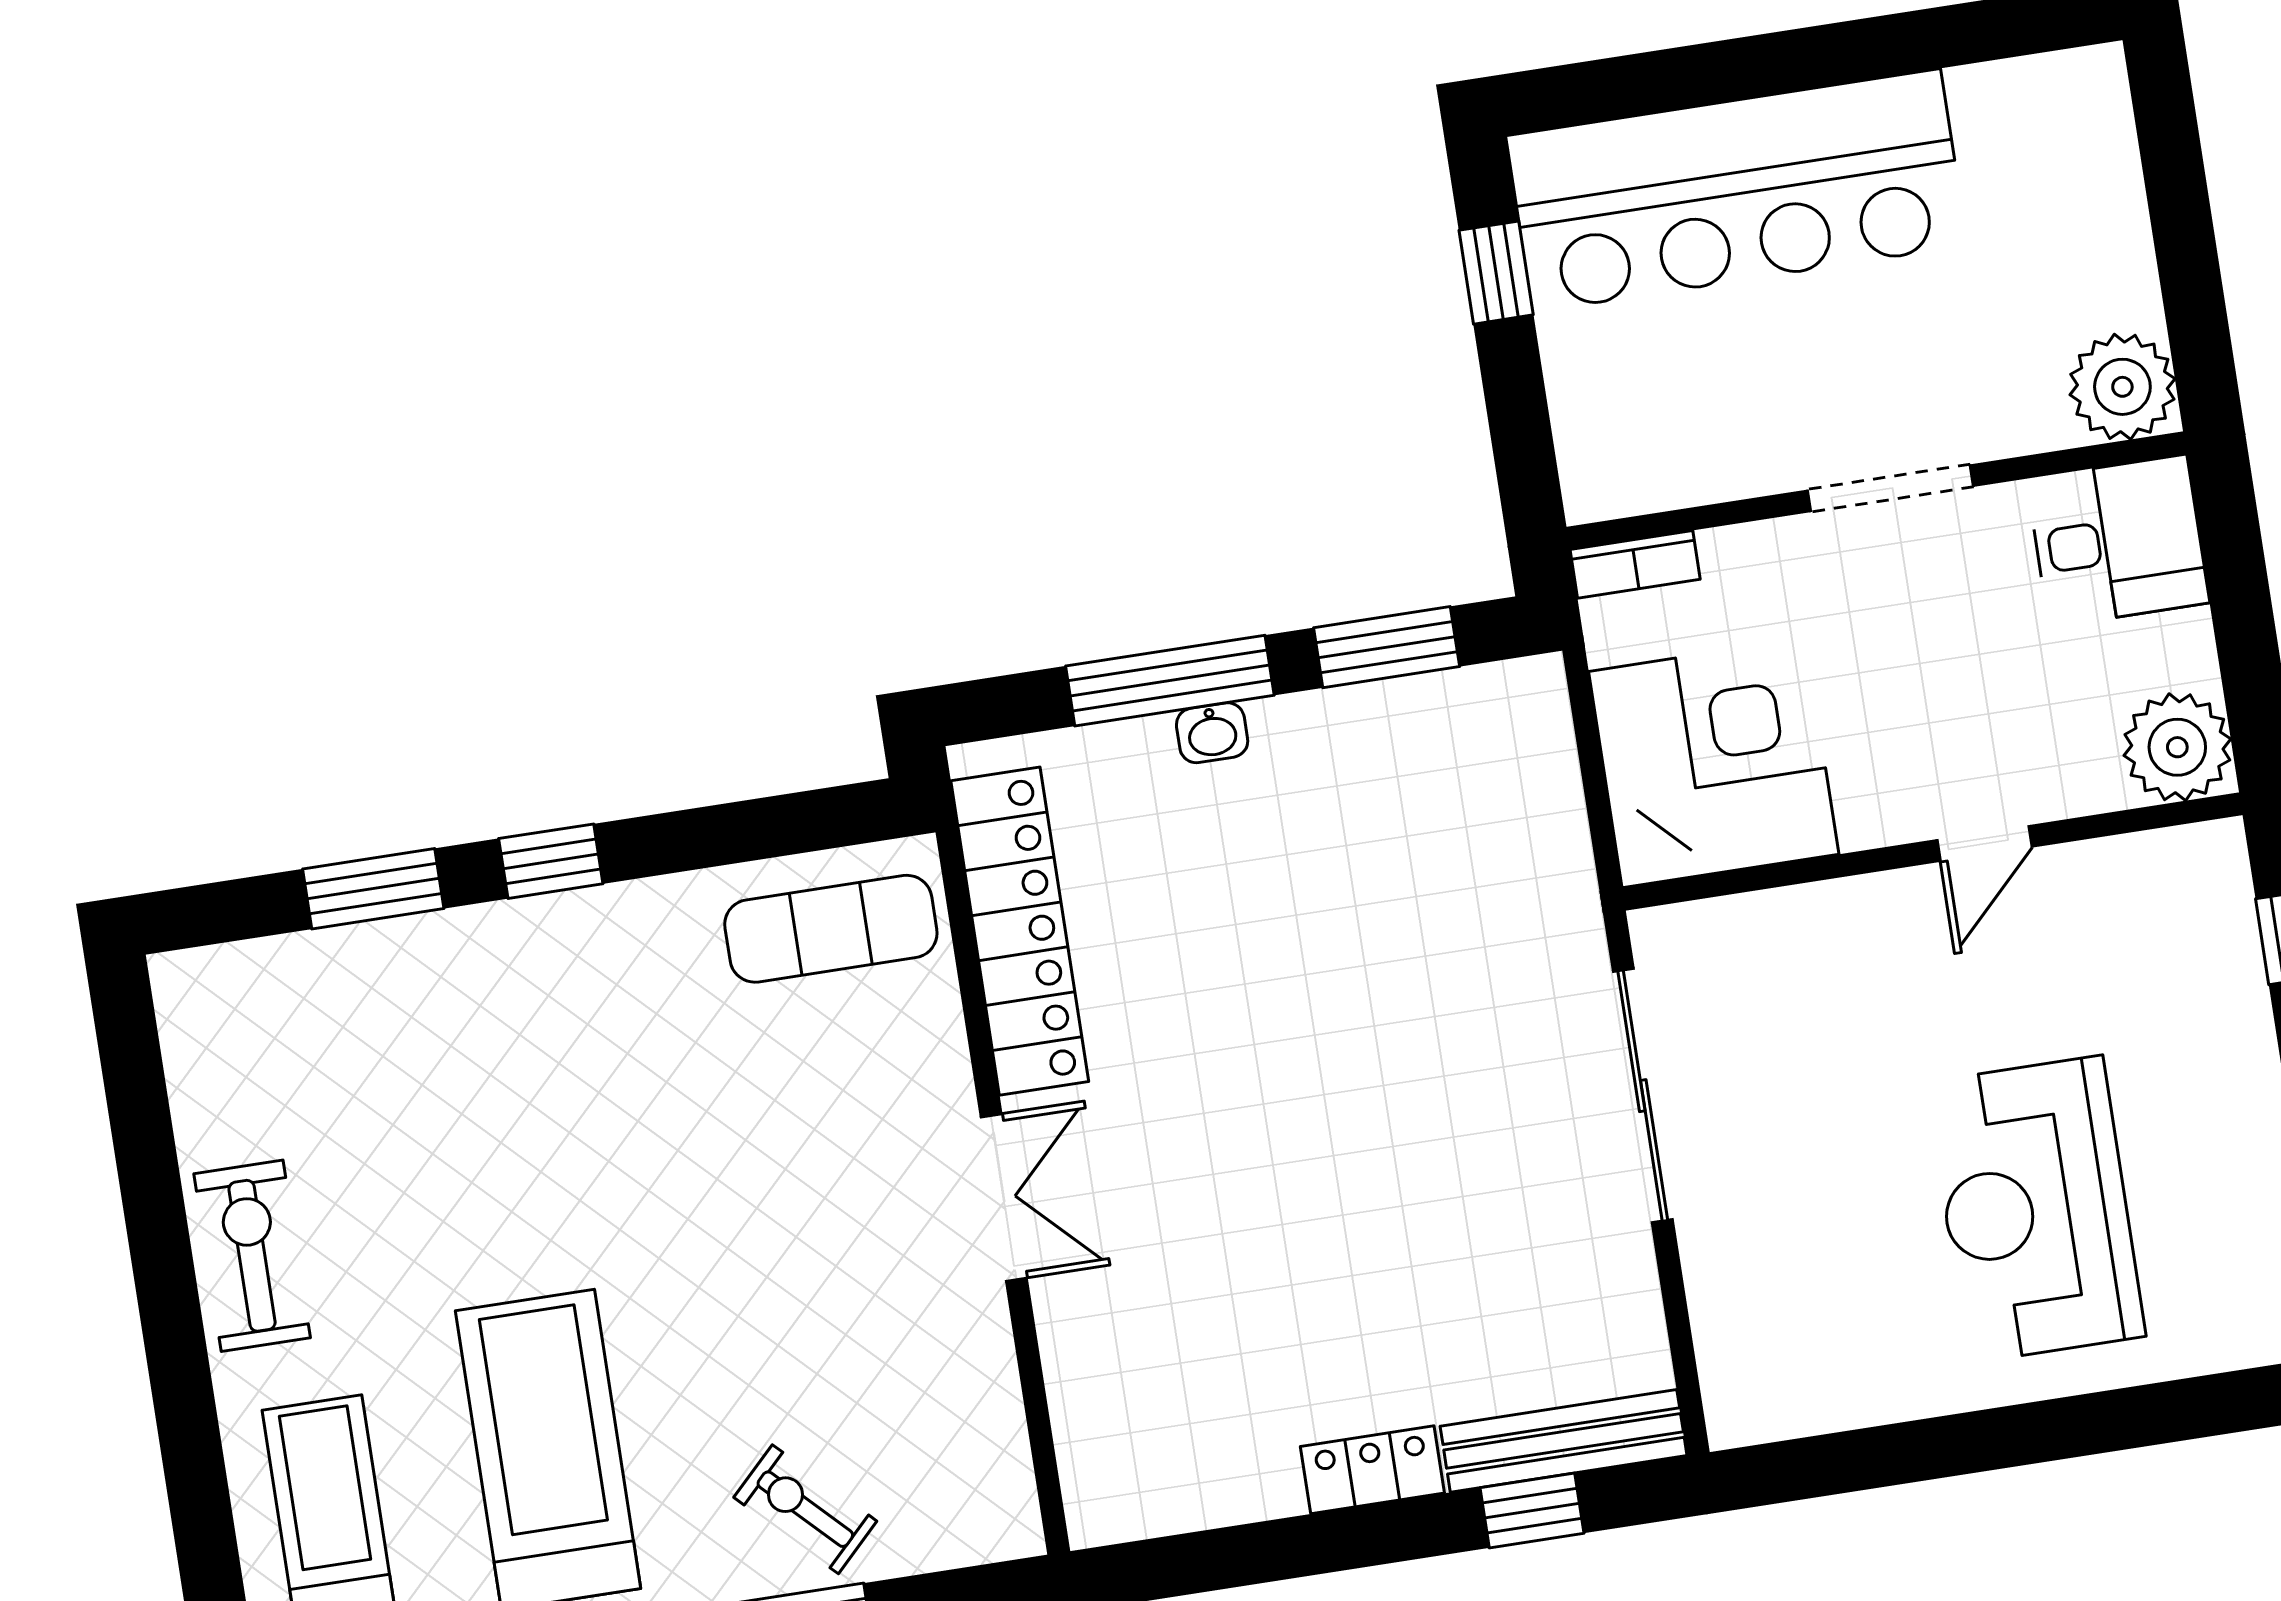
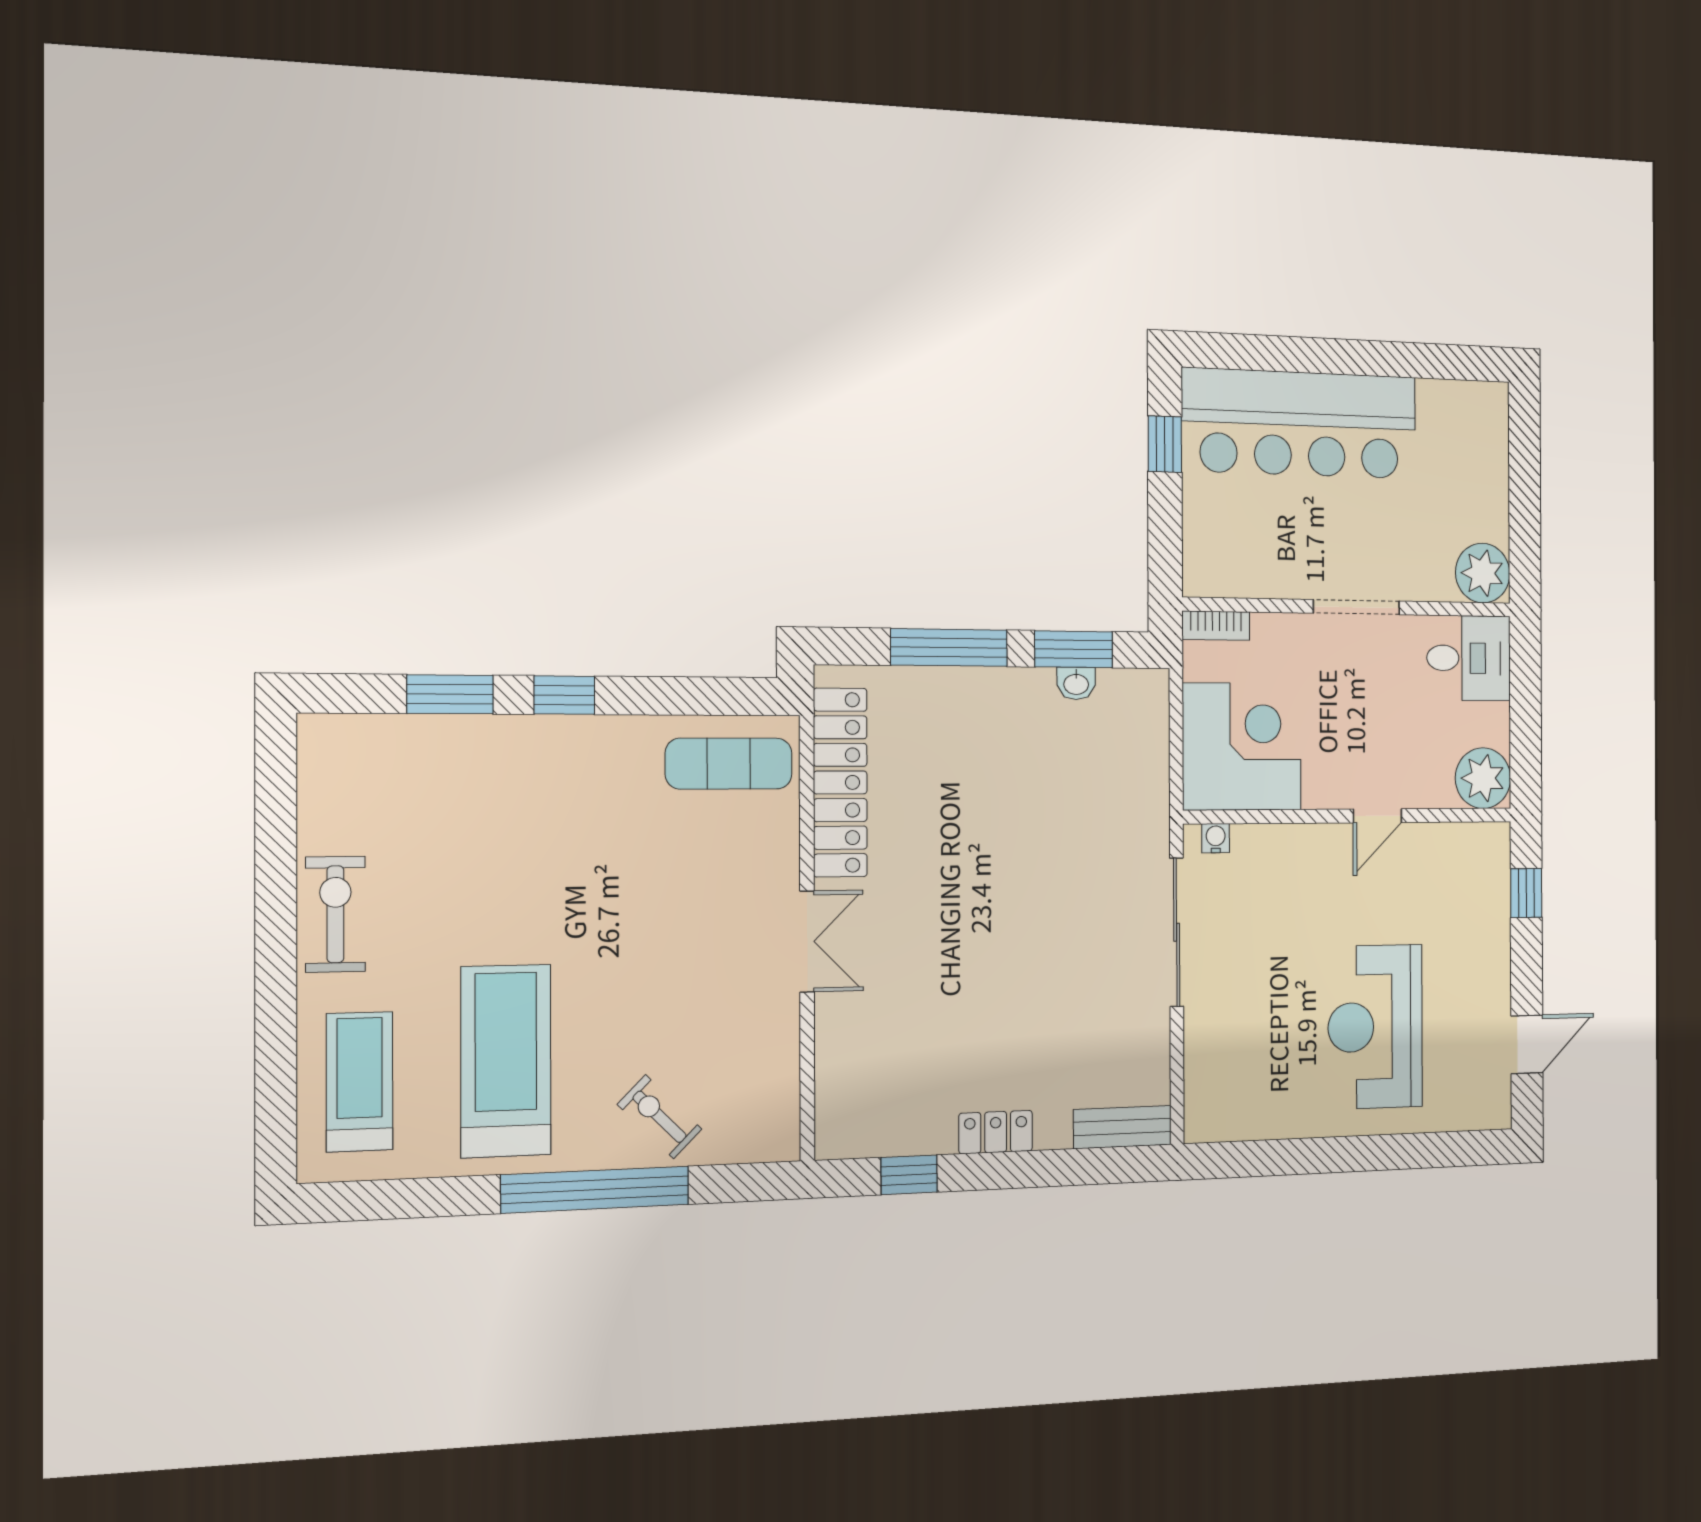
washbasin: (1212, 733) -> (1076, 683), moved
water cooler: (1690, 926) -> (1216, 838), added
bench: (1564, 1441) -> (1122, 1127), width x0.73
window: (1532, 1510) -> (909, 1175), moved

